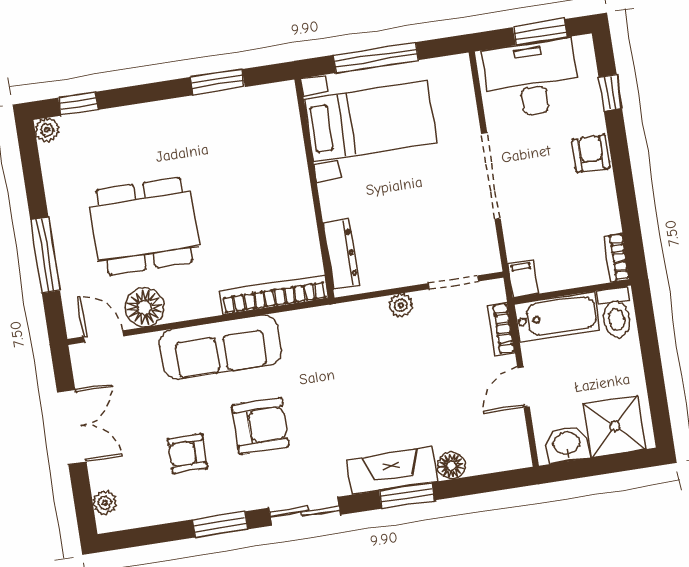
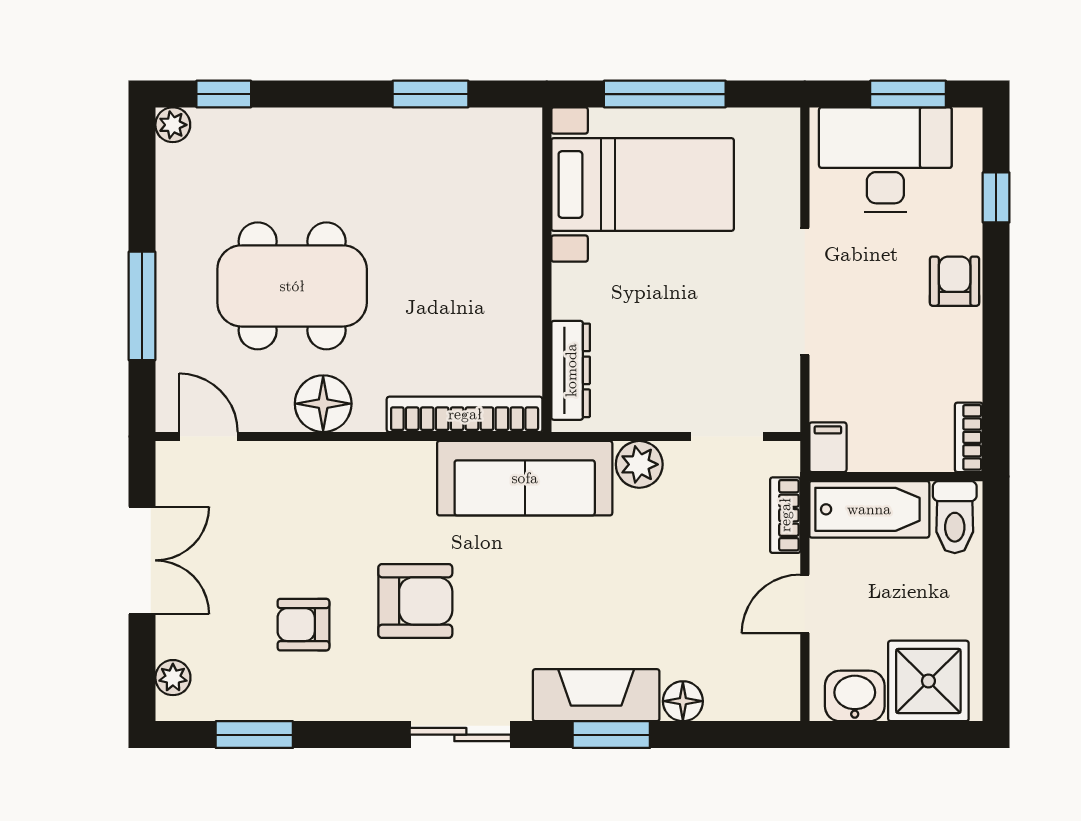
plant: (401, 305) -> (639, 464), width x1.38, depth x1.38
floor lamp: (145, 307) -> (323, 404), moved
sofa: (220, 347) -> (525, 478), moved
window: (220, 524) -> (254, 735), moved

